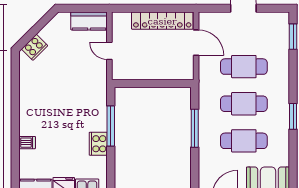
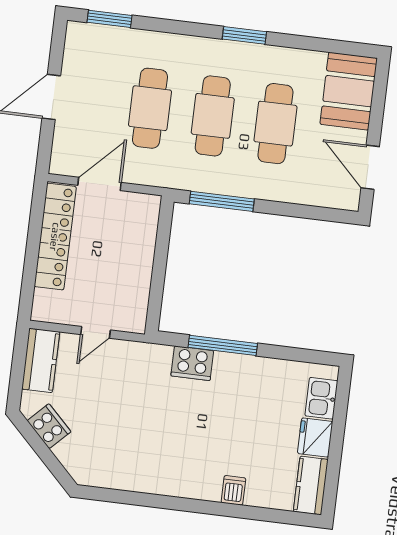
cooker: (34, 47) -> (49, 426), moved
window: (195, 128) -> (222, 201), moved
cooker: (98, 144) -> (192, 363), moved

